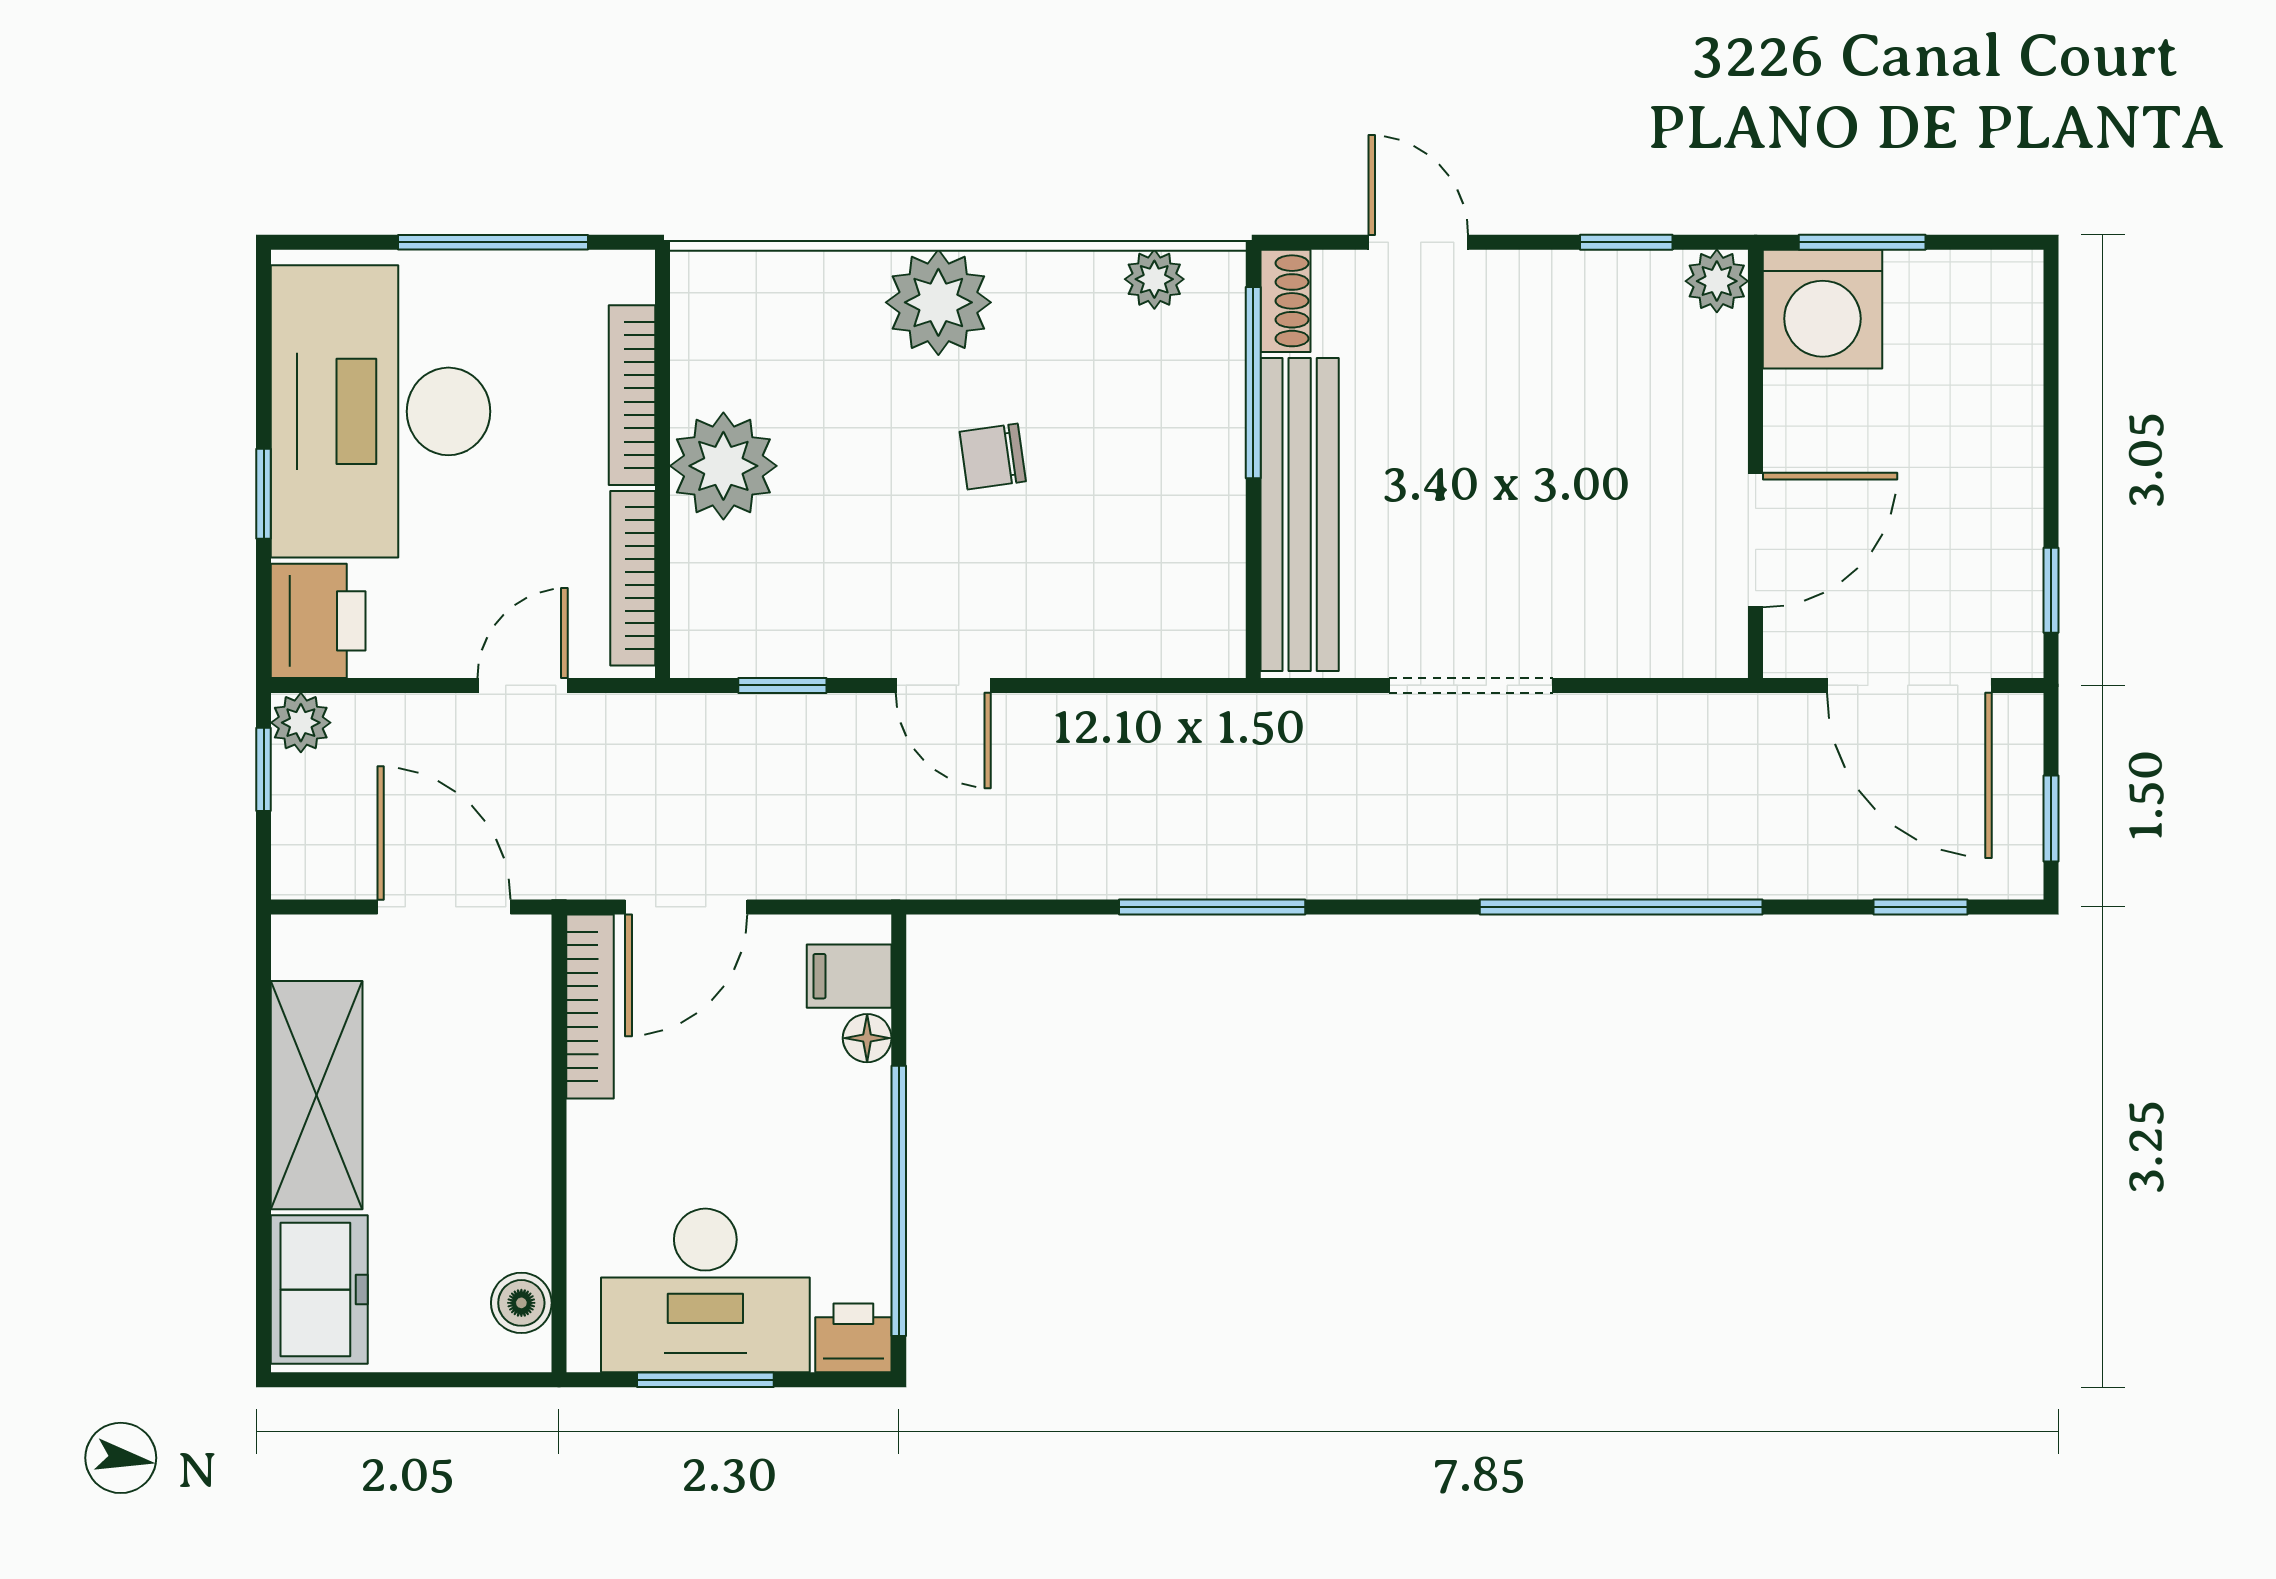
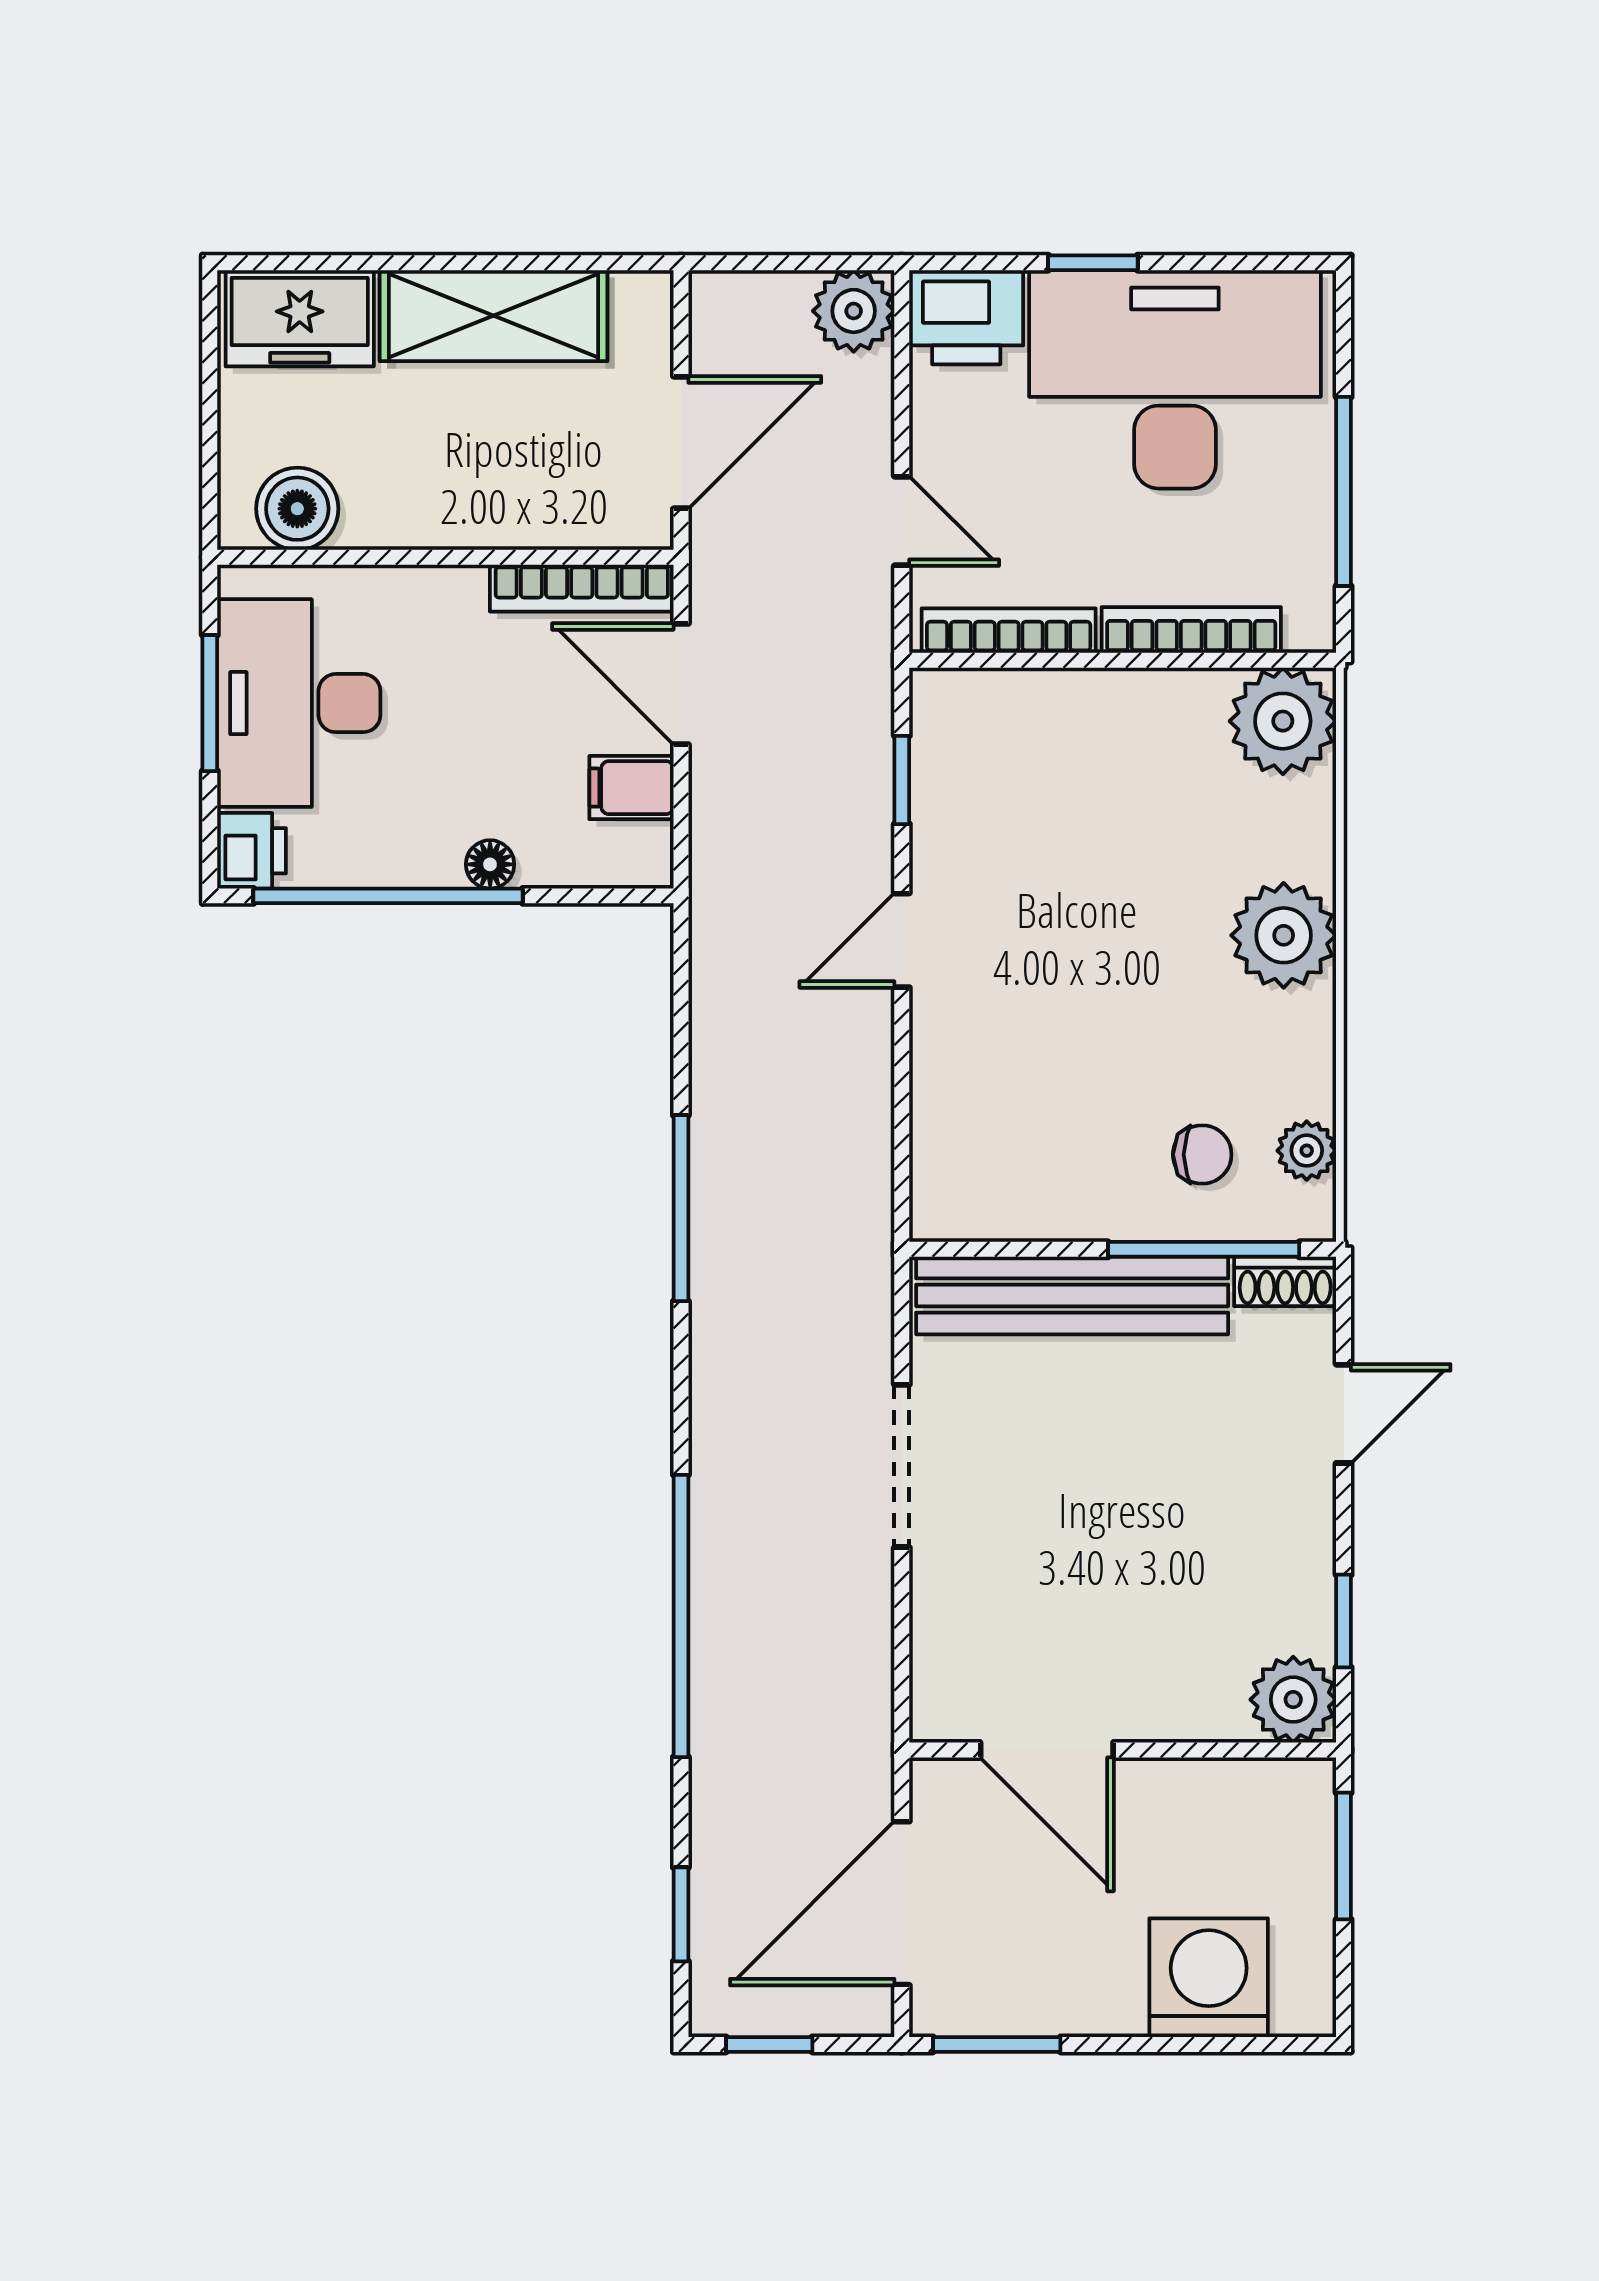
plant: (1717, 281) -> (1293, 1700), width x1.38, depth x1.38
washing machine: (1822, 309) -> (1209, 1978), moved, turned 90
chair: (993, 457) -> (1202, 1155), moved, turned 98
plant: (723, 466) -> (1283, 721), moved
window: (2051, 590) -> (997, 2044), width x1.50
plant: (301, 723) -> (854, 311), width x1.38, depth x1.38
window: (264, 769) -> (818, 263), removed
filing cabinet: (849, 976) -> (631, 788), moved, turned -90
floor lamp: (867, 1038) -> (490, 864), moved
boiler: (521, 1303) -> (297, 509), width x1.36, depth x1.36

